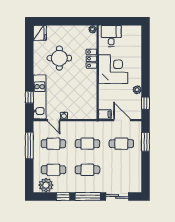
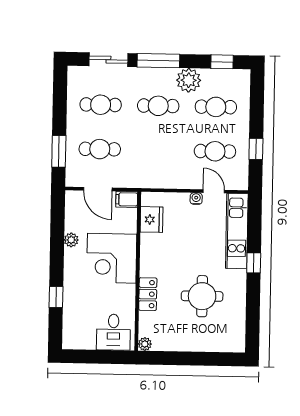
fridge: (40, 33) -> (152, 219), moved, turned 180
corner desk: (113, 69) -> (112, 258), moved
window: (29, 97) -> (254, 263), moved
window: (145, 103) -> (56, 297), moved
cafe table: (87, 144) -> (101, 105), moved
window: (29, 146) -> (256, 149), width x0.46
plant: (46, 185) -> (189, 80), moved
window: (63, 196) -> (222, 62), moved

